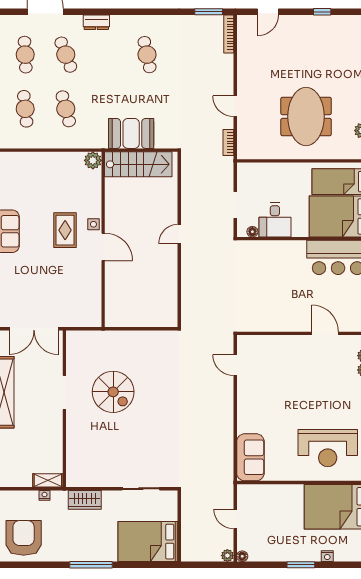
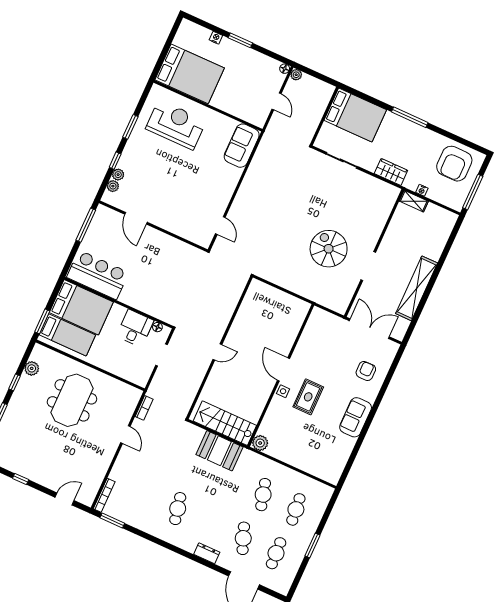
armchair: (18, 284) -> (366, 371), added

